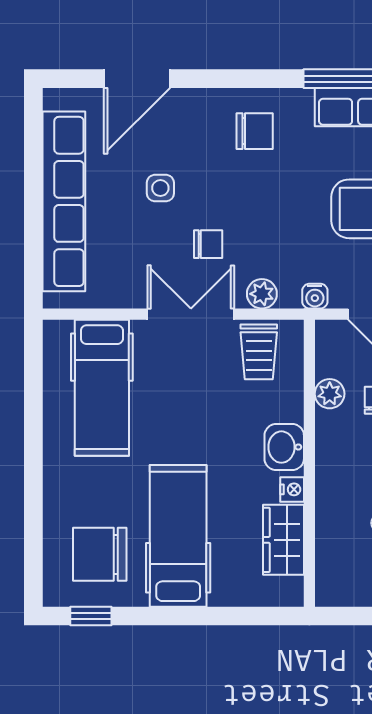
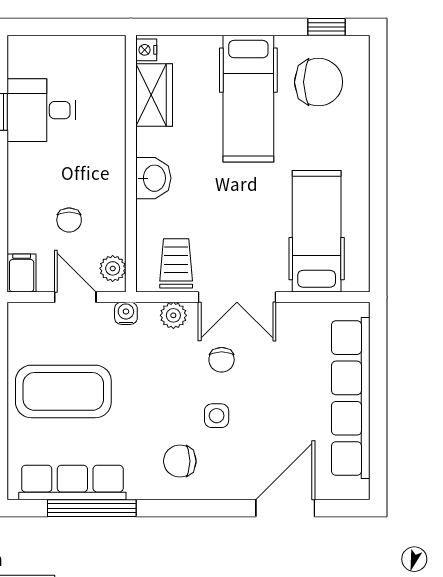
side table: (160, 188) -> (217, 416), moved
chair: (208, 244) -> (222, 360), turned -90
plant: (330, 394) -> (113, 268), moved
nightstand: (292, 489) -> (146, 50), moved

